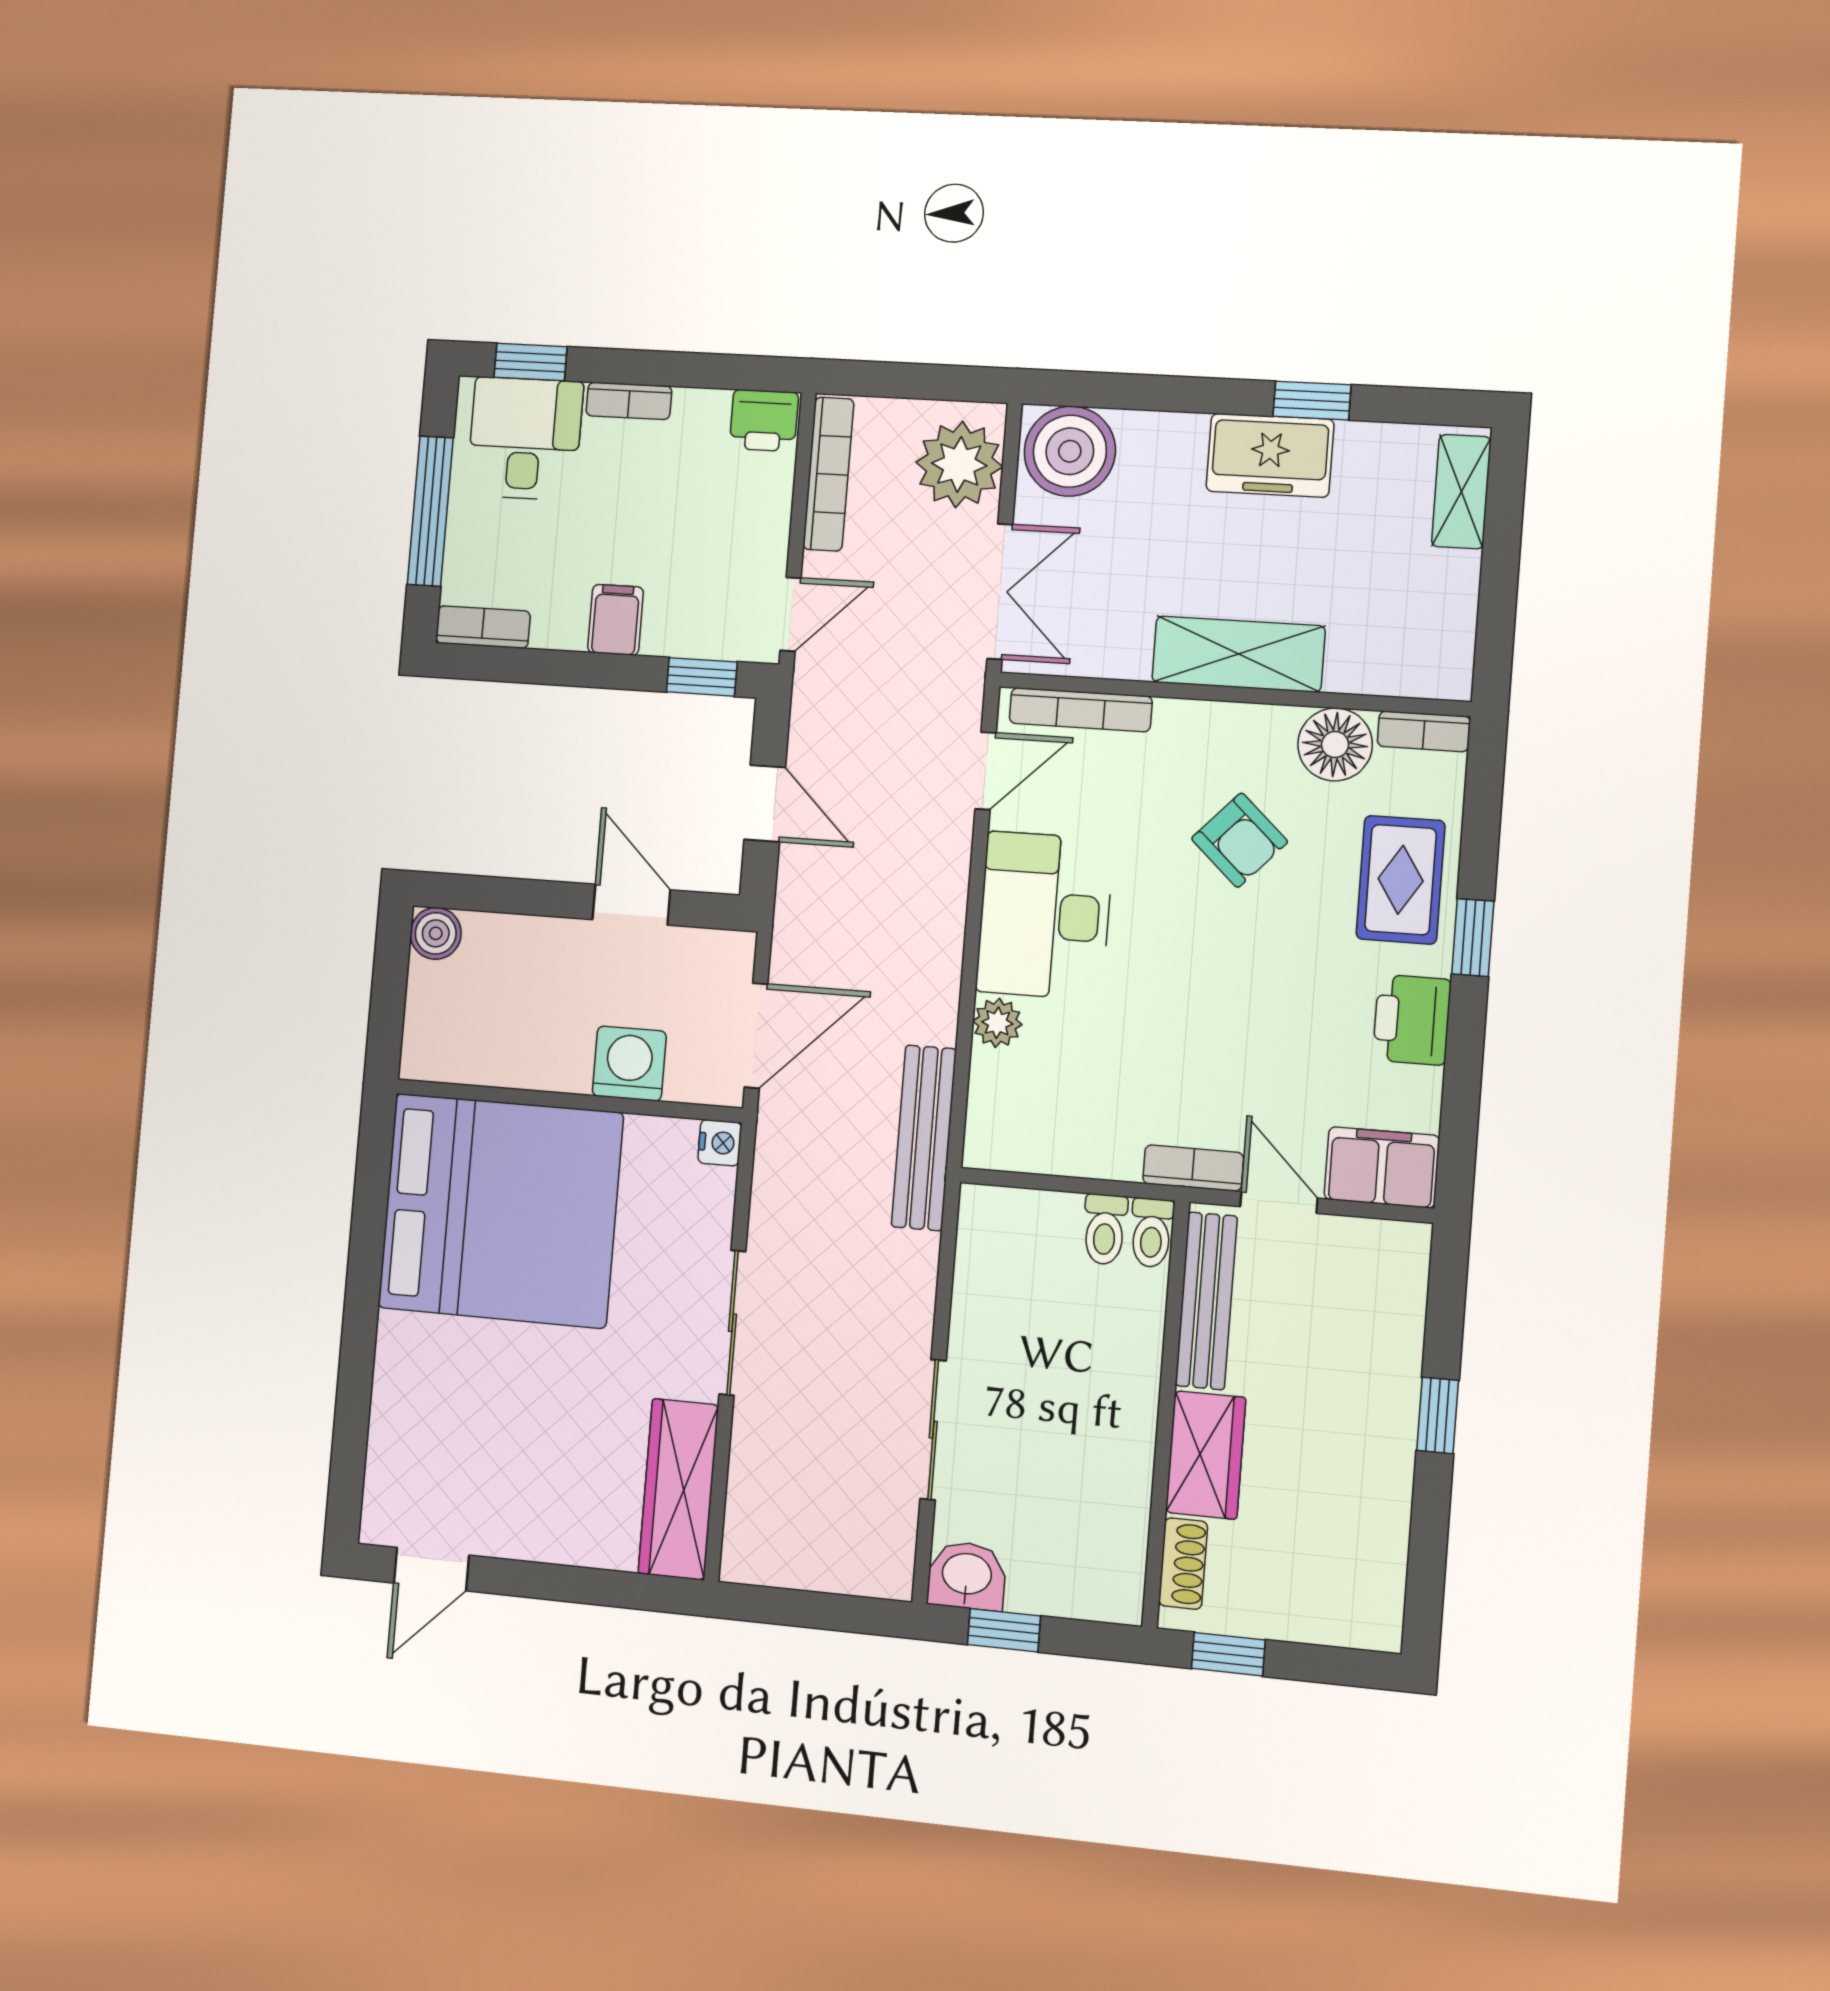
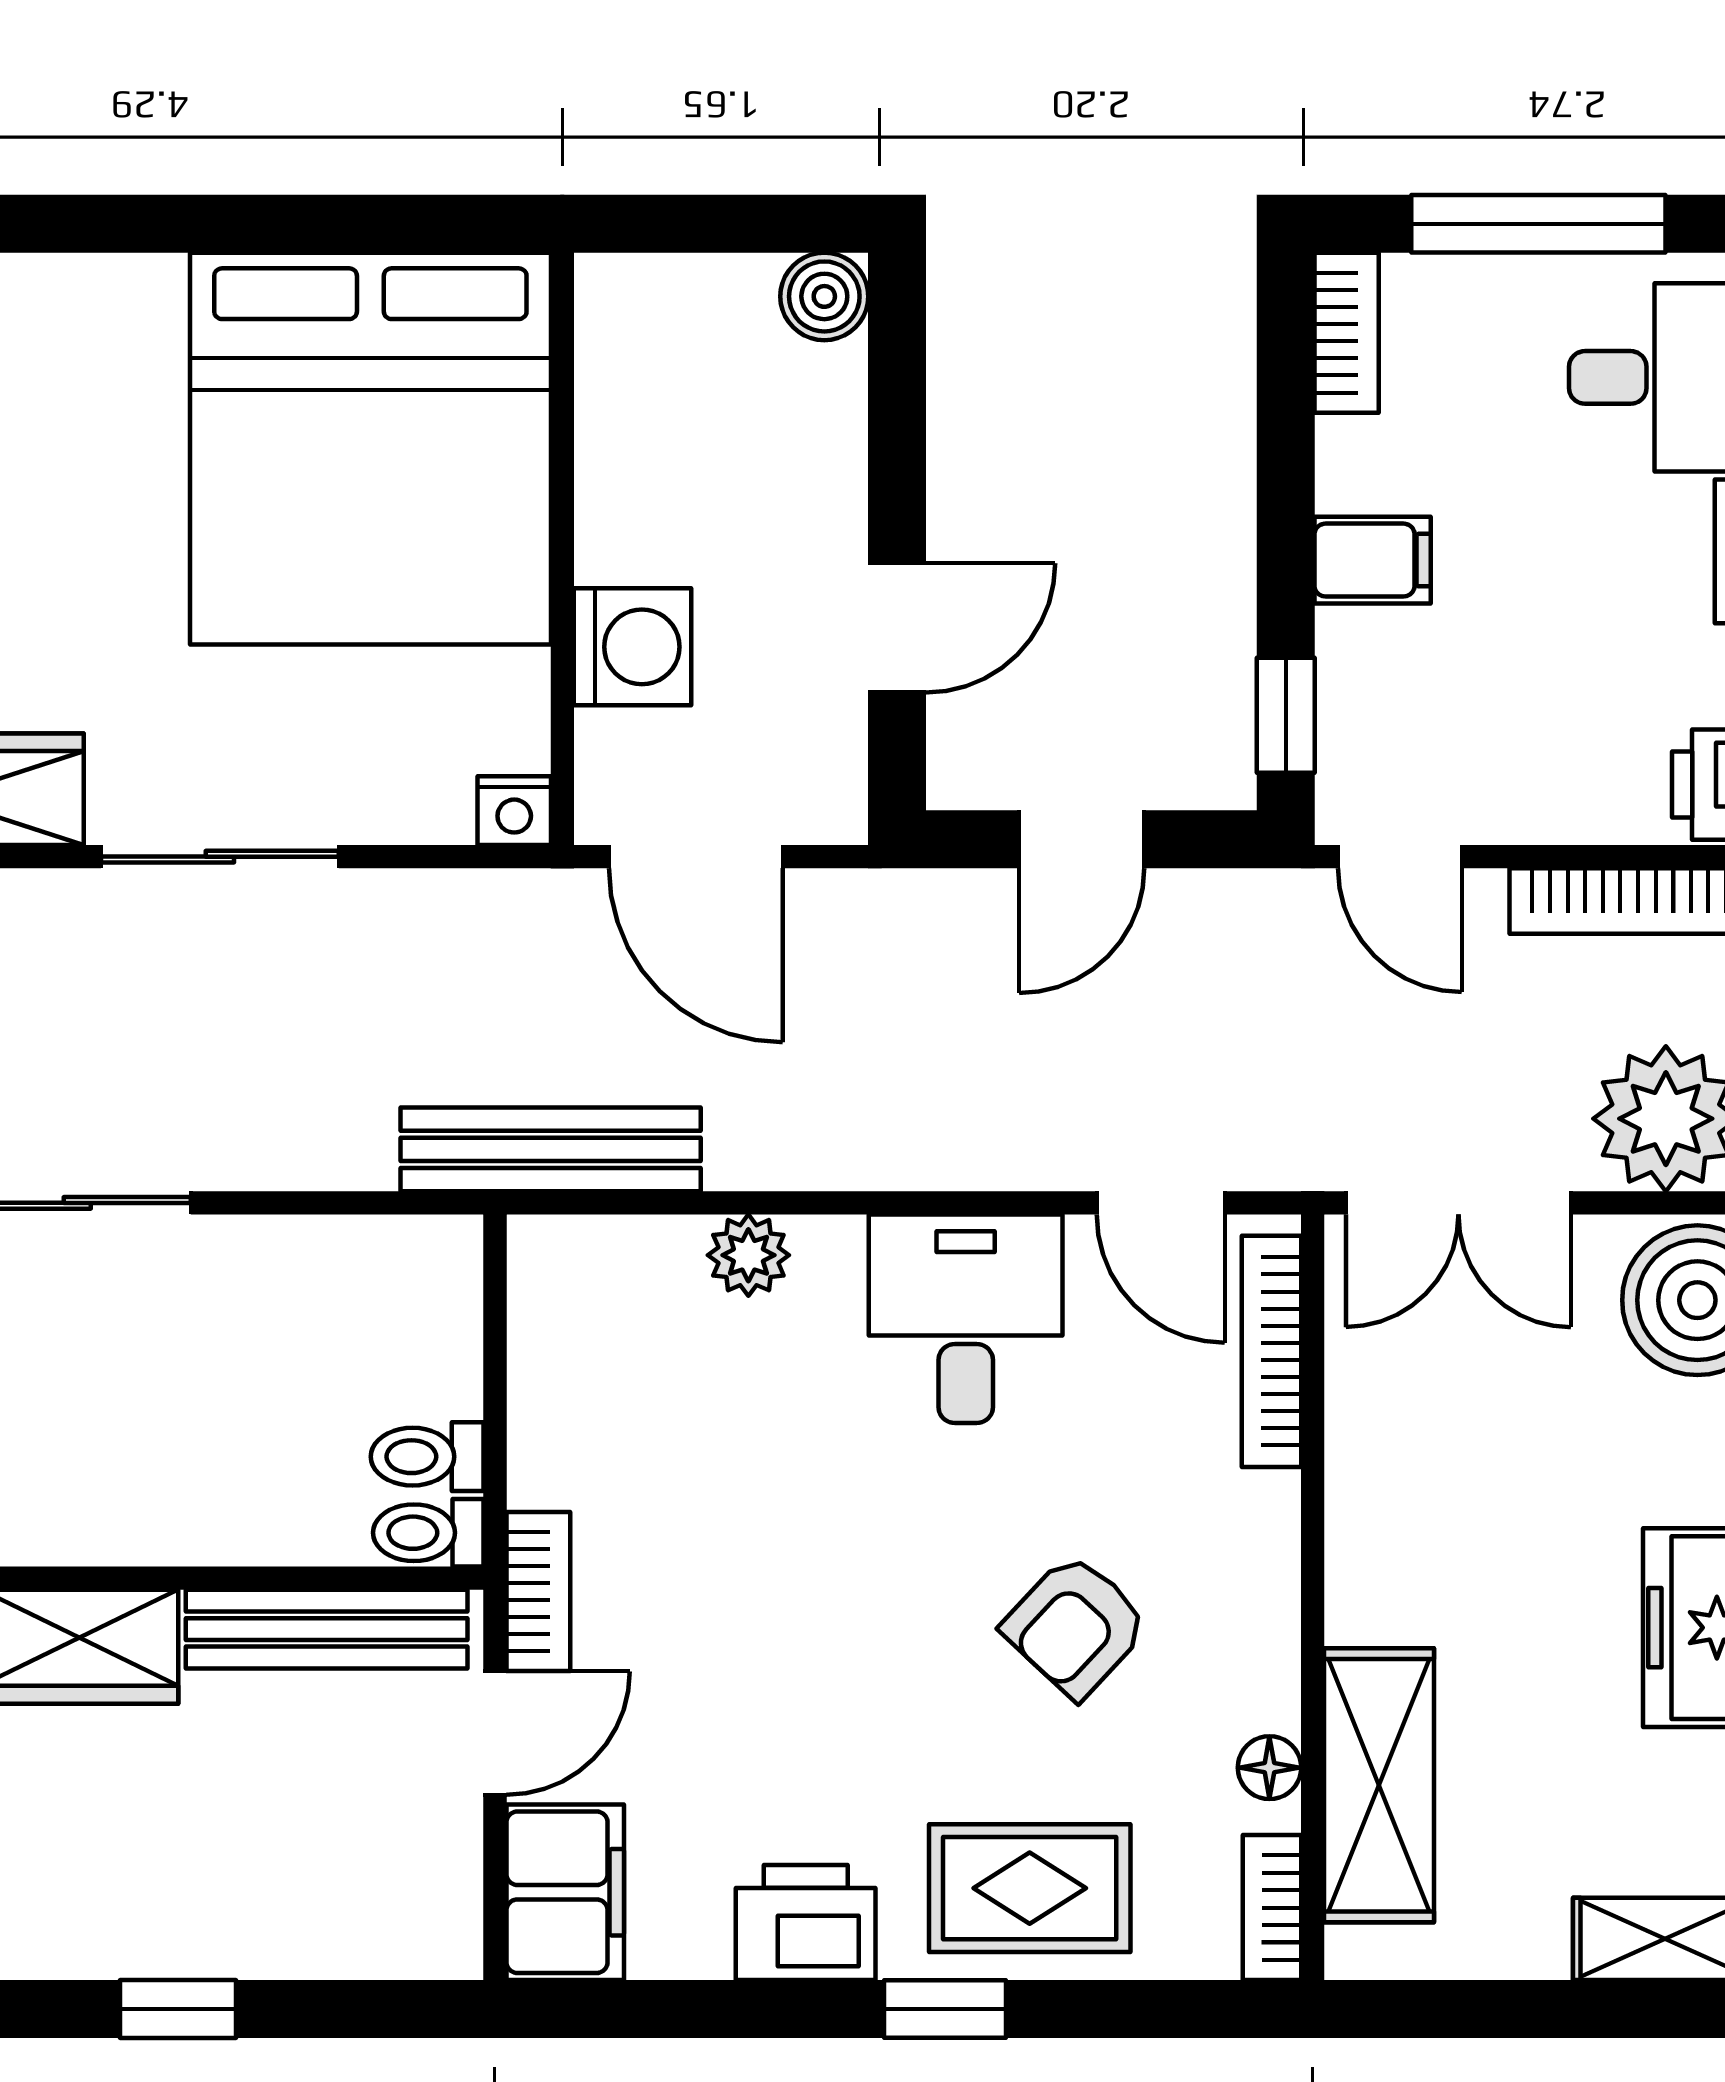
shelving: (1238, 654) -> (1379, 1785), moved
floor lamp: (1335, 744) -> (1269, 1768), width x0.53, depth x0.53
desk: (1045, 916) -> (966, 1319), width x0.73

